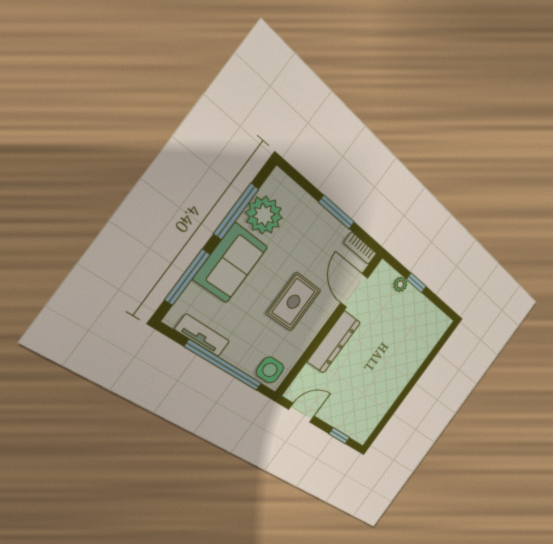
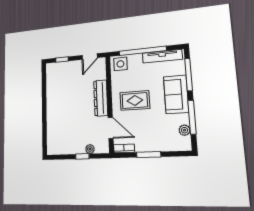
plant: (264, 215) -> (185, 130), width x0.53, depth x0.53
rug: (294, 302) -> (135, 101), turned 90
tv unit: (202, 335) -> (162, 56), width x1.41

